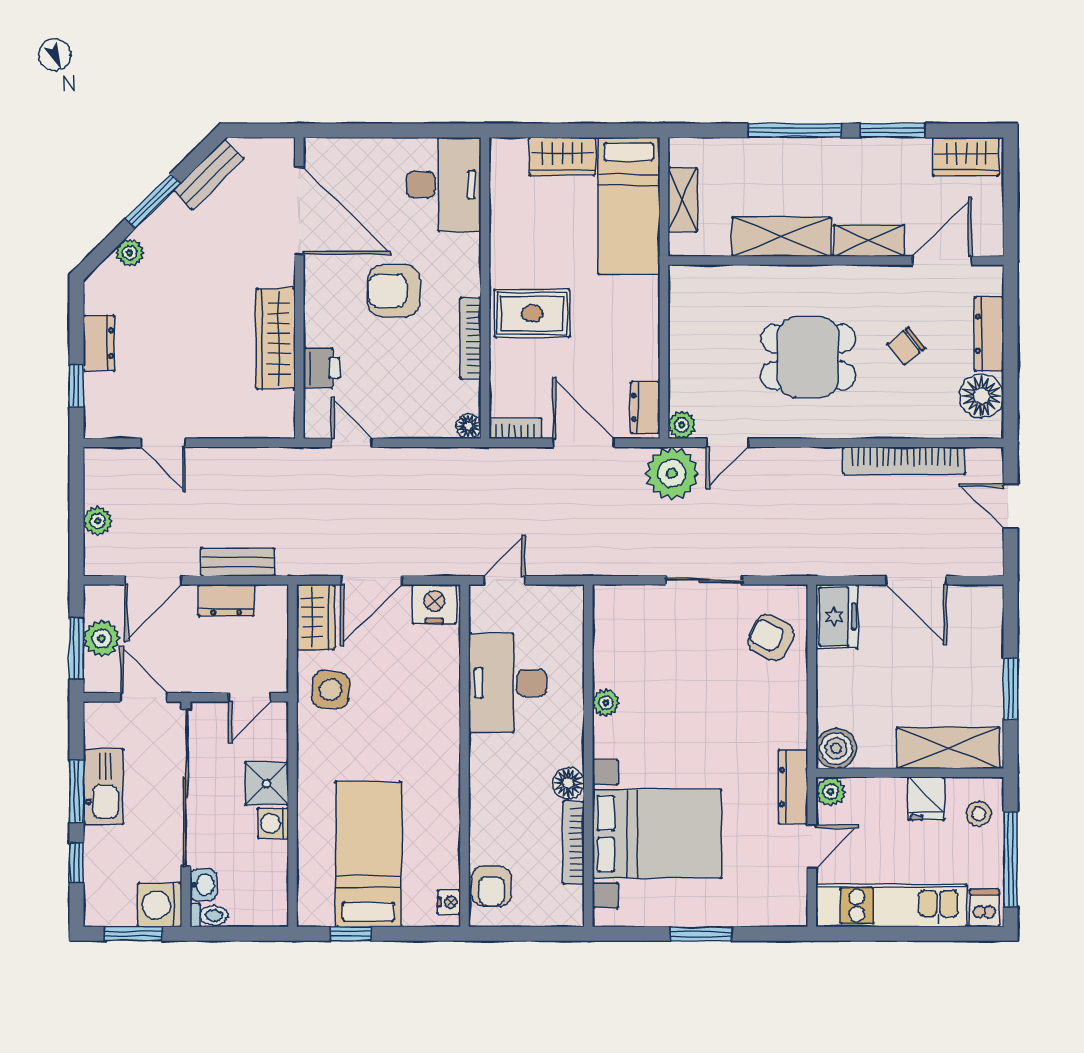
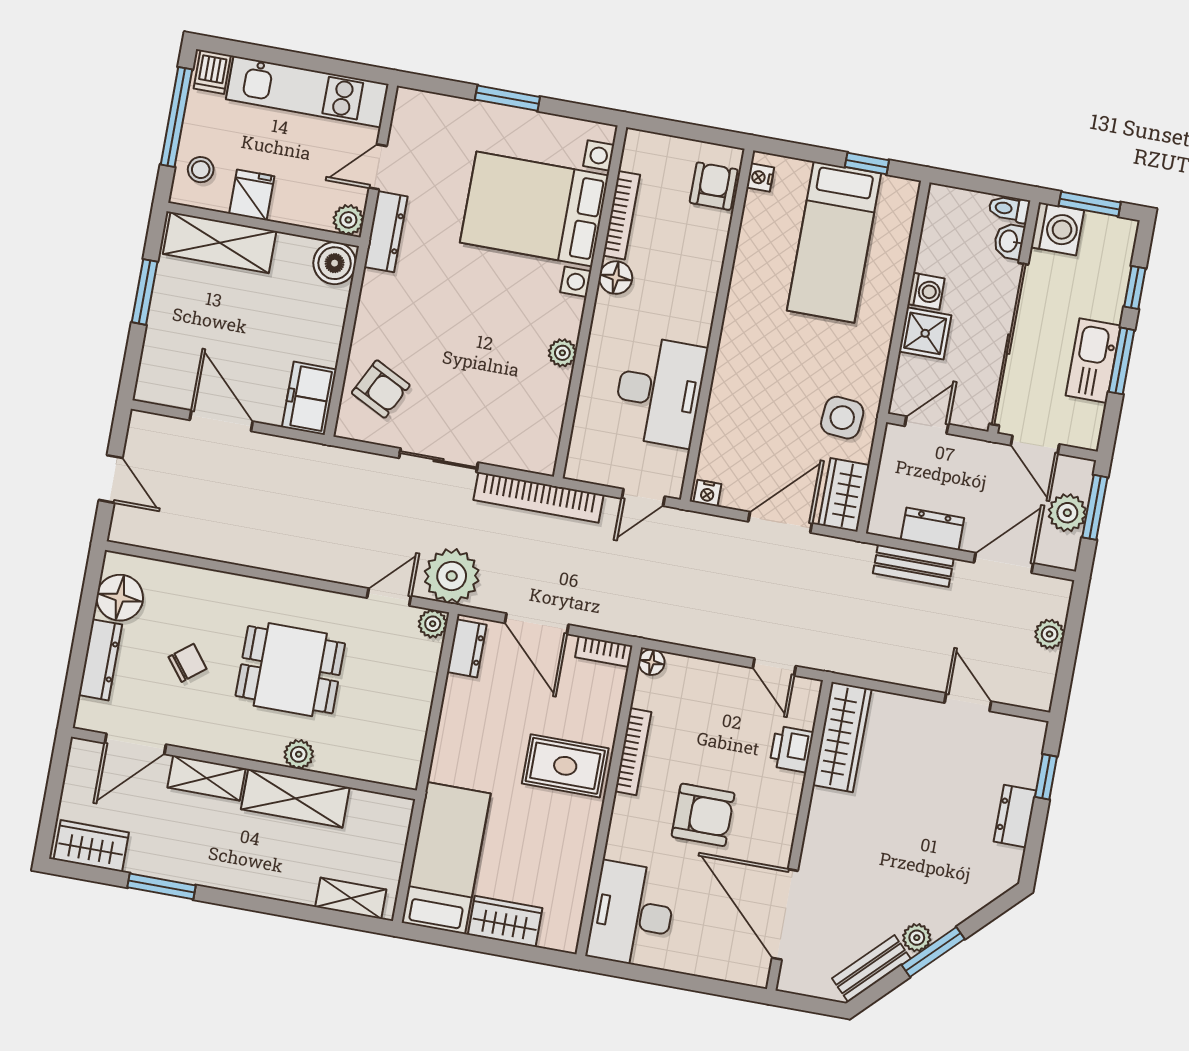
window: (795, 130) -> (262, 905), removed
shelving: (682, 200) -> (351, 898), moved, turned 90
plant: (130, 253) -> (917, 938), moved
plant: (786, 279) -> (299, 754), added
wardrobe: (276, 339) -> (842, 737), moved
bookcase: (904, 461) -> (539, 497), moved, turned 180
nightstand: (434, 604) -> (707, 493), width x0.53, depth x0.56

